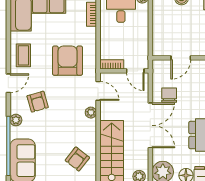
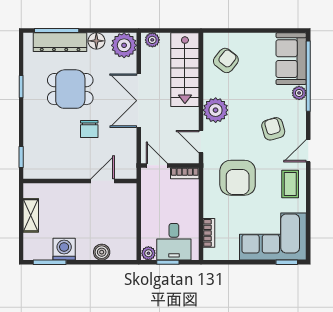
chair: (169, 95) -> (89, 129), moved
plant: (91, 113) -> (216, 110), width x1.88, depth x1.88
plant: (16, 120) -> (299, 93), moved

